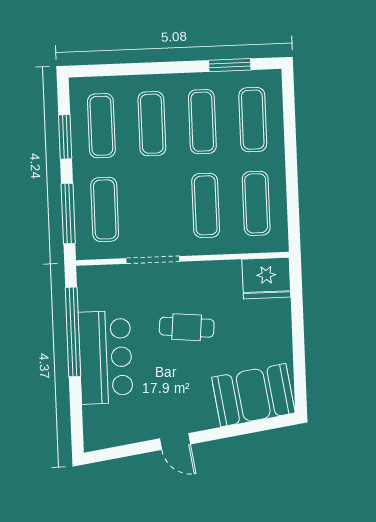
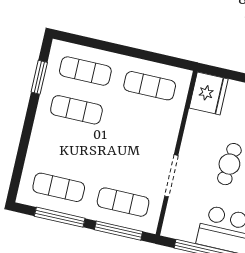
exercise mat: (152, 124) -> (68, 149), removed
window: (65, 137) -> (60, 217), width x1.44
exercise mat: (206, 205) -> (141, 125), removed

